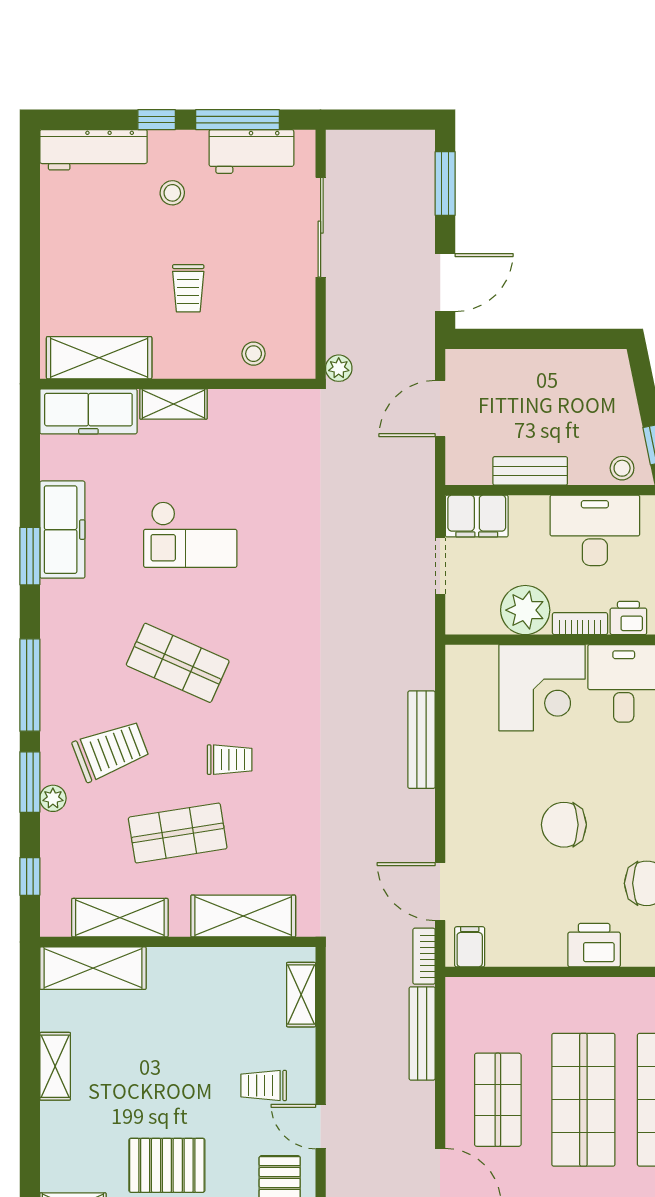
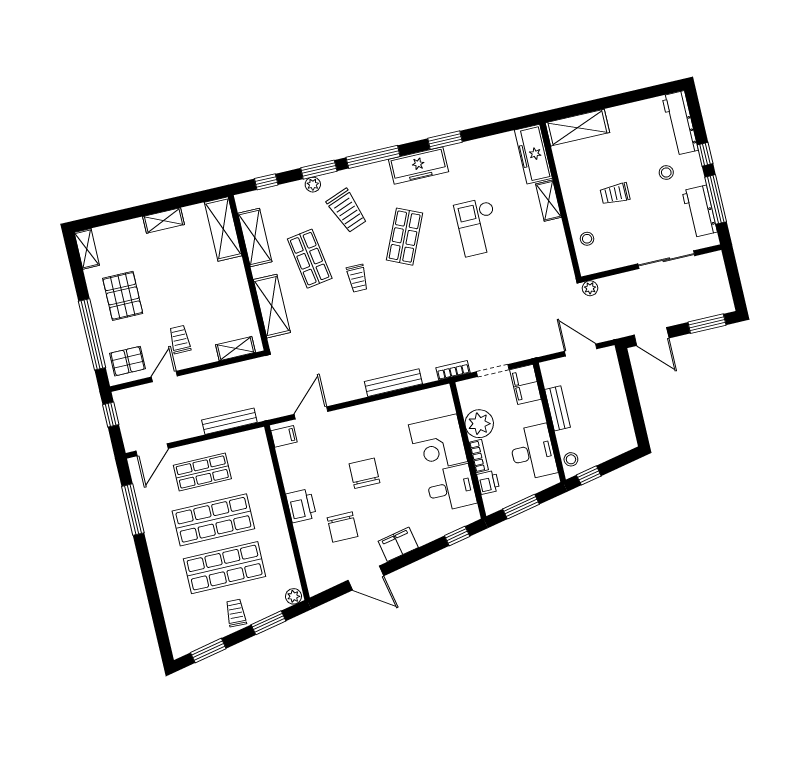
shelving: (99, 358) -> (577, 128), moved, turned 90
freezer: (62, 530) -> (418, 166), moved
bookcase: (424, 956) -> (453, 370), moved

